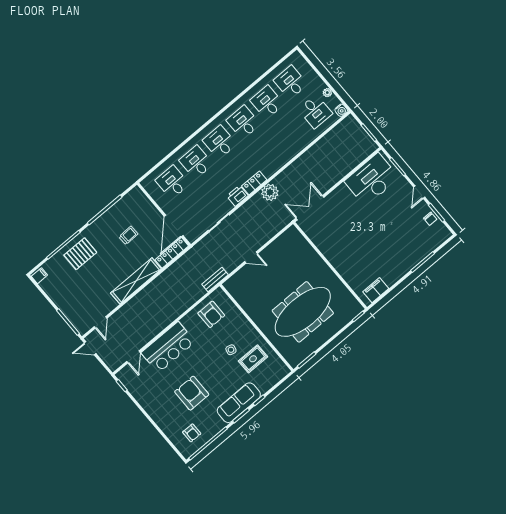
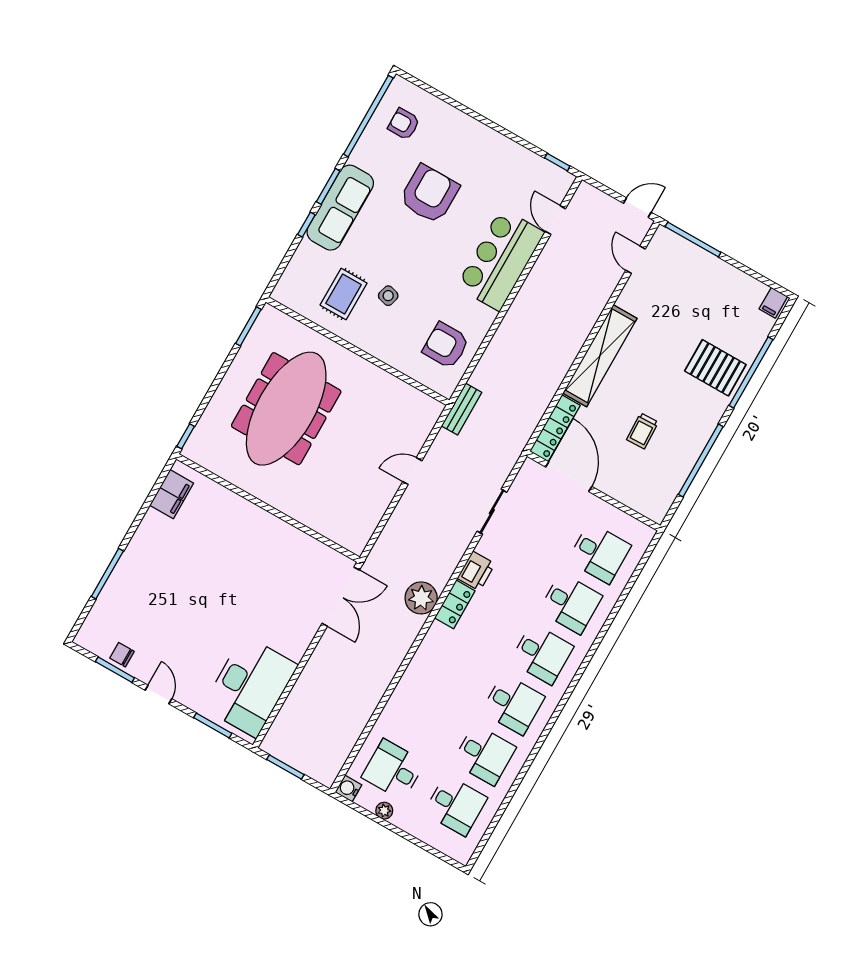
pallet: (80, 254) -> (715, 368), turned 90
armchair: (192, 393) -> (429, 194), turned -90

